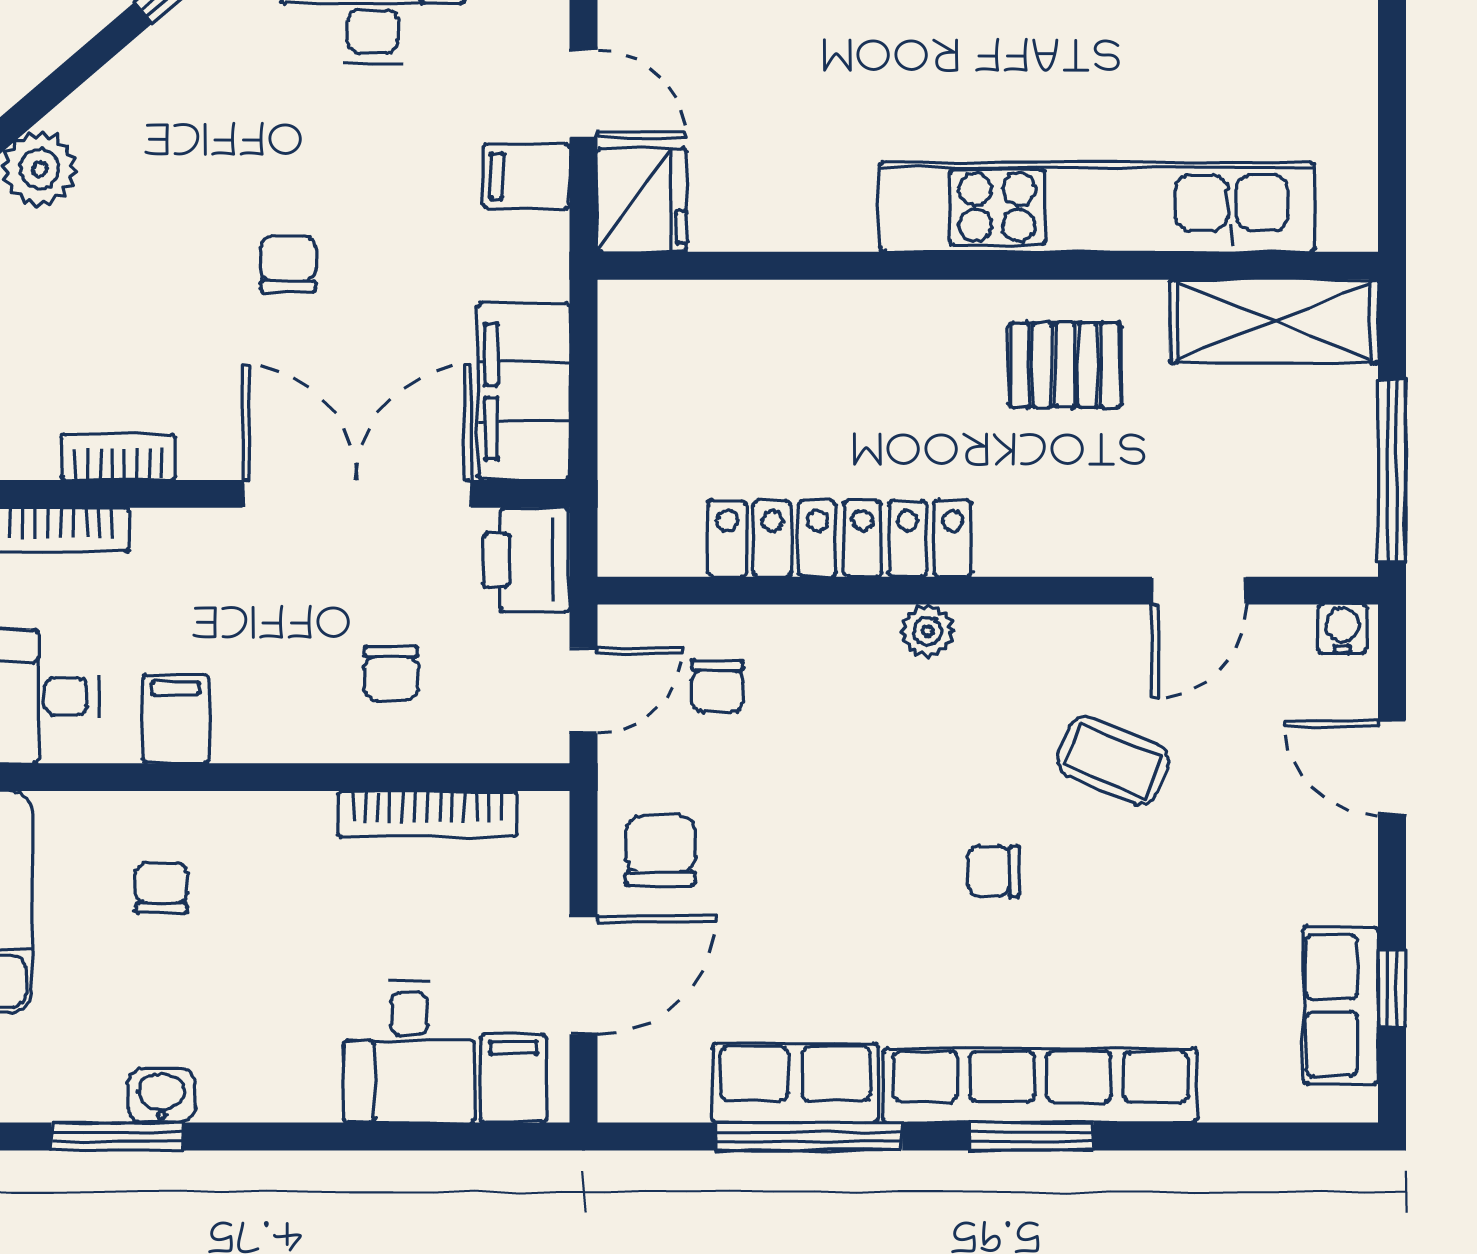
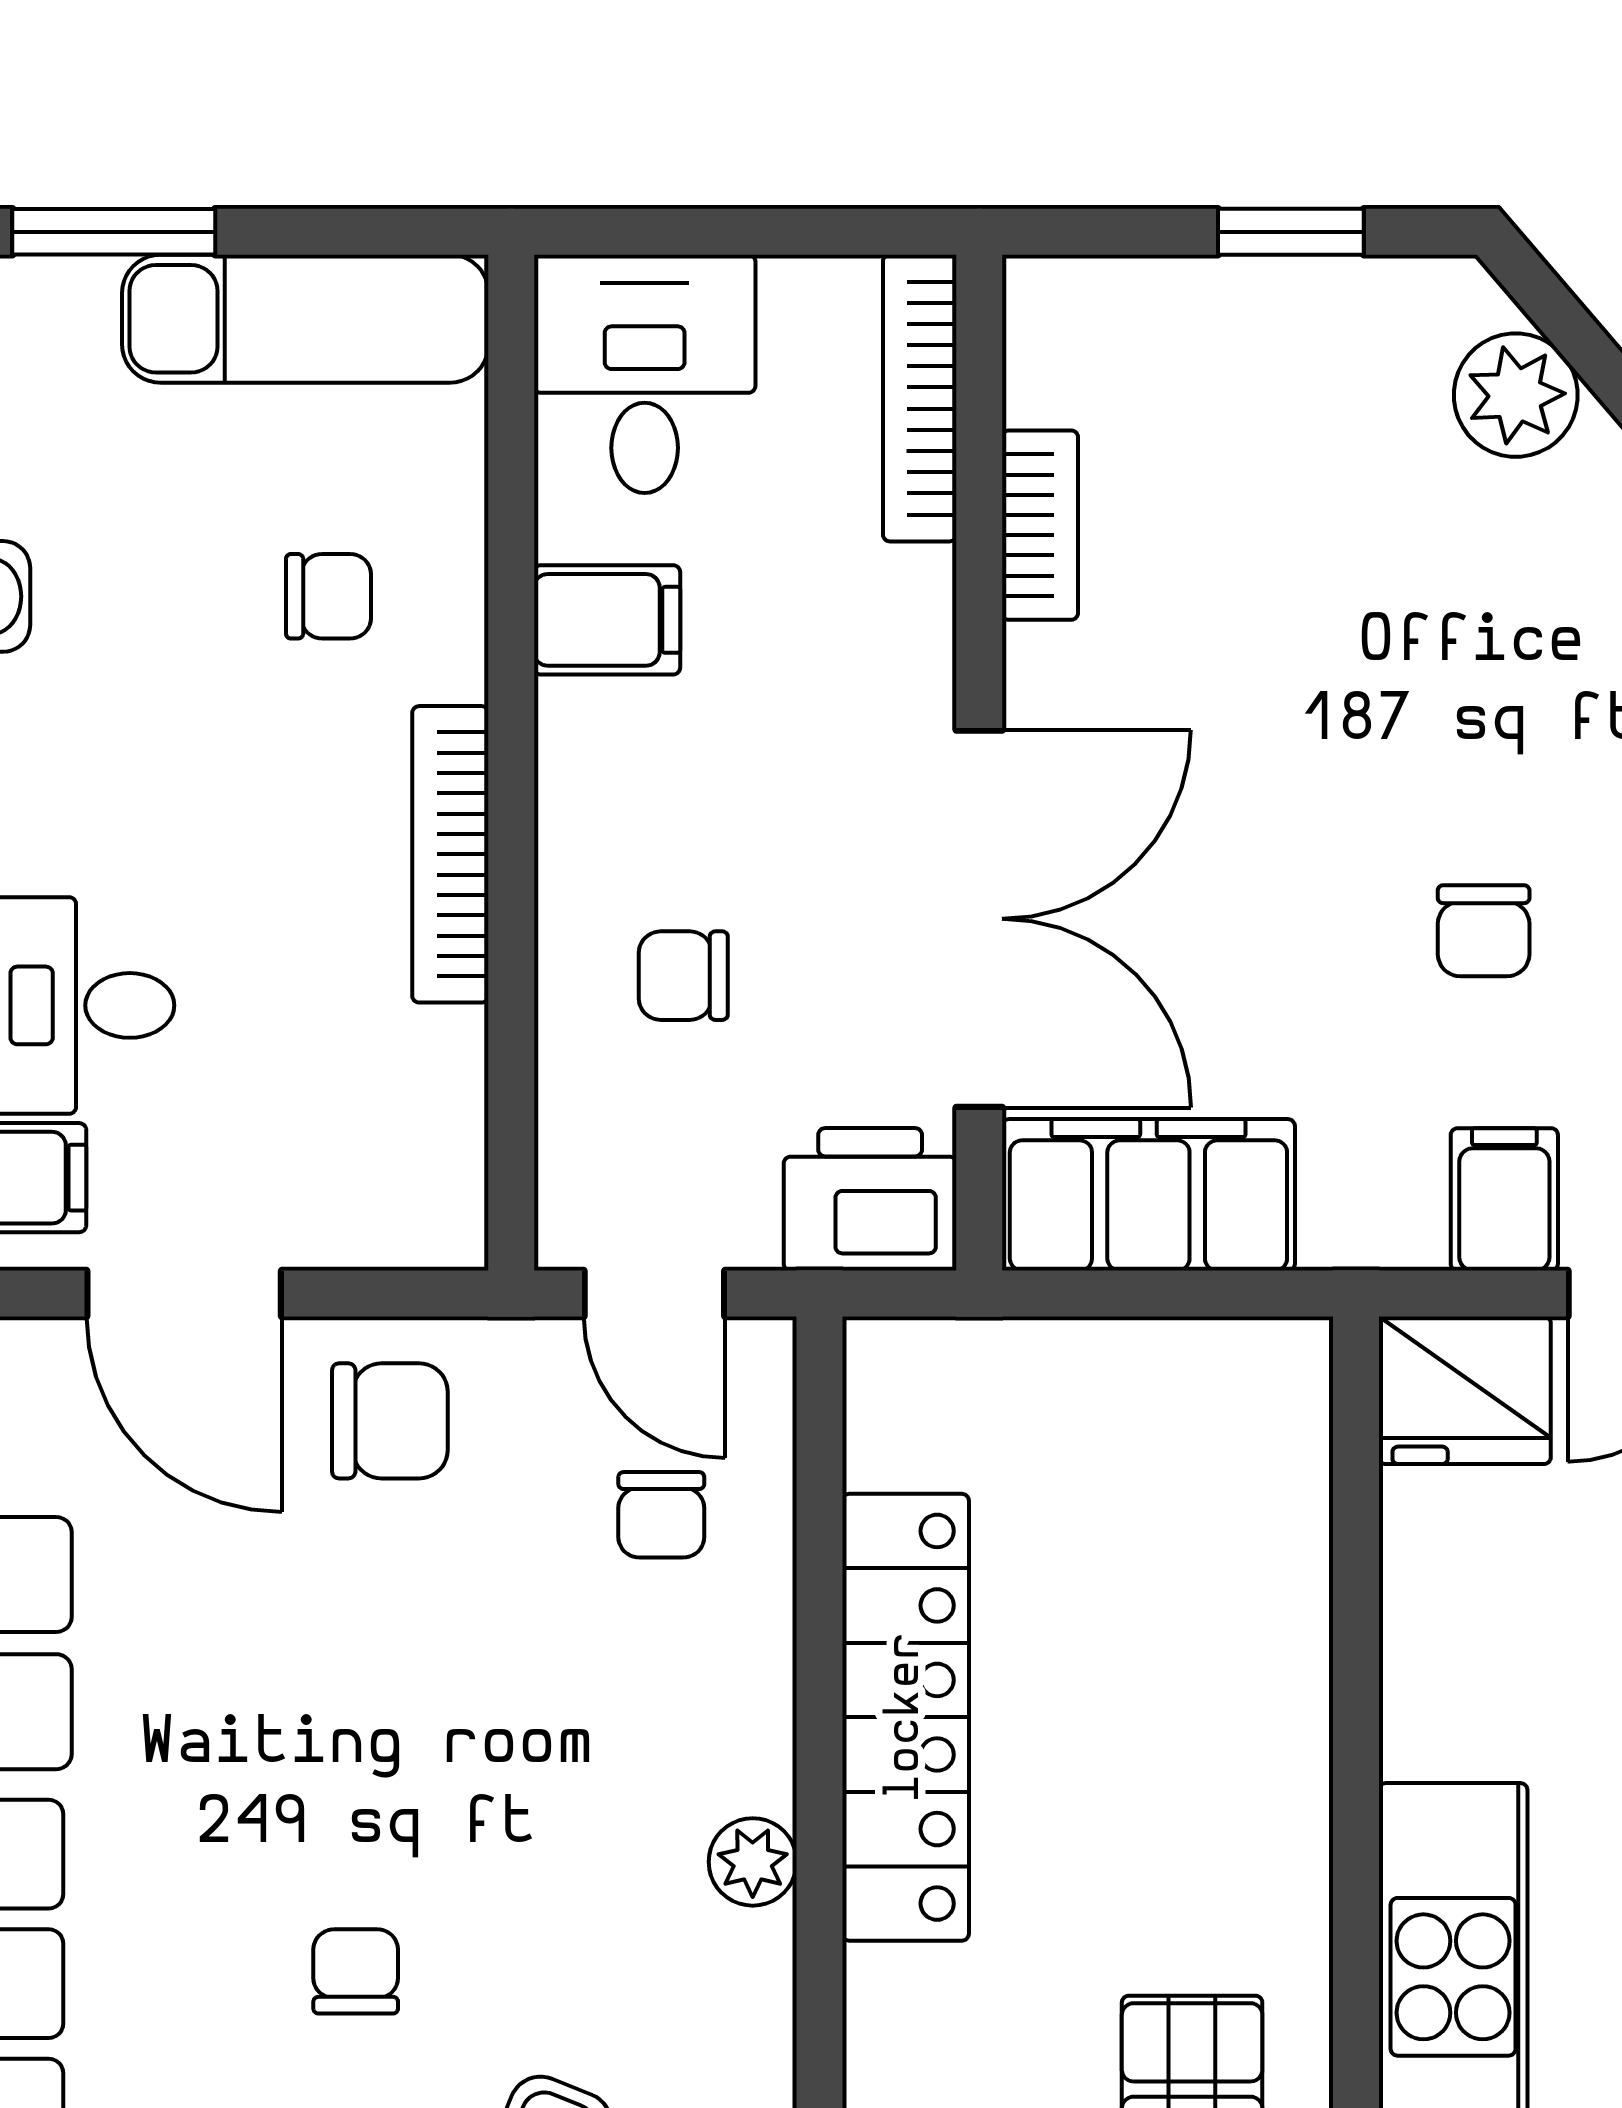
chair: (288, 264) -> (1484, 931), moved, turned 90
chair: (717, 686) -> (661, 1515), turned -90
bookcase: (427, 814) -> (450, 854), moved

